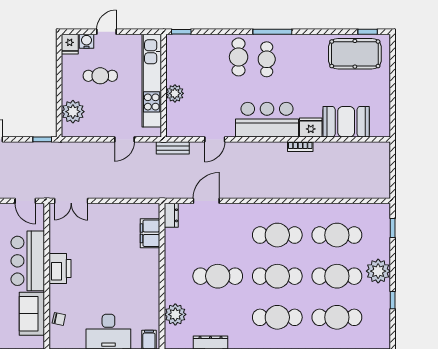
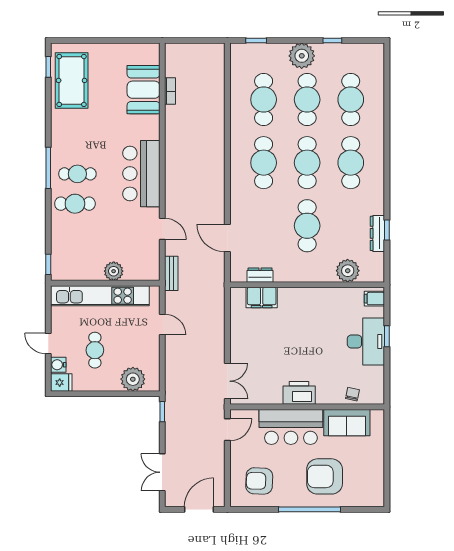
fridge: (311, 127) -> (150, 127), removed
bookcase: (300, 147) -> (170, 91), moved
dresser: (171, 215) -> (260, 275), moved

